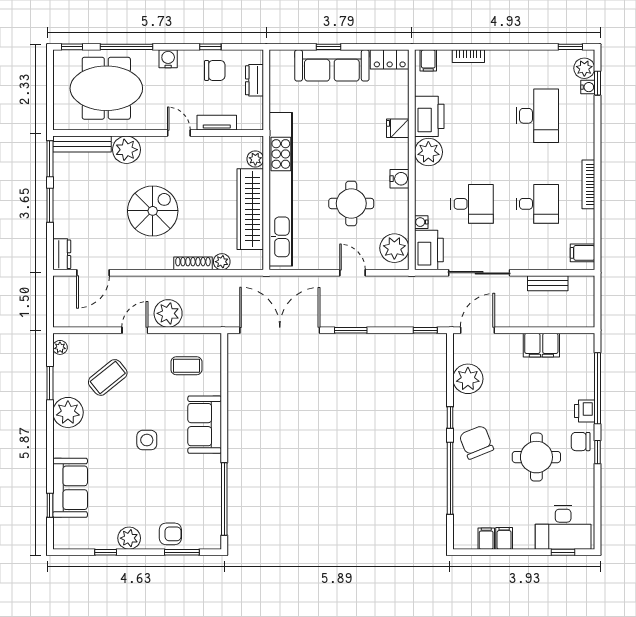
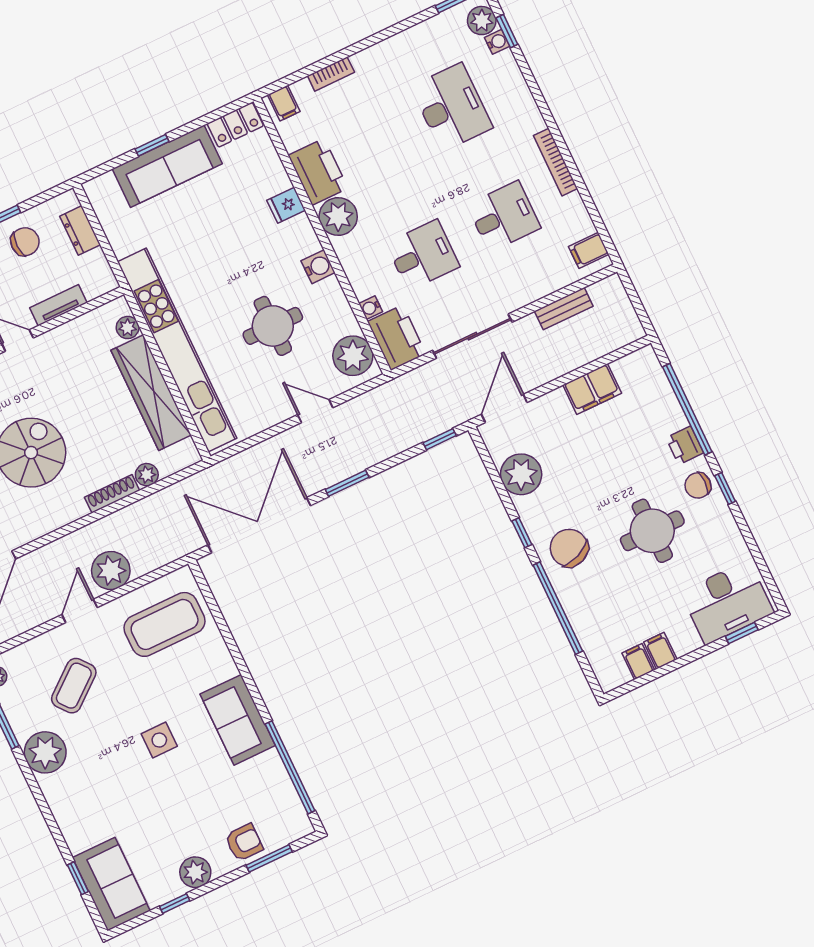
coffee table: (186, 366) -> (165, 624), width x1.86, depth x1.72
sofa: (205, 425) -> (238, 720), moved
sofa: (70, 488) -> (111, 884), moved

